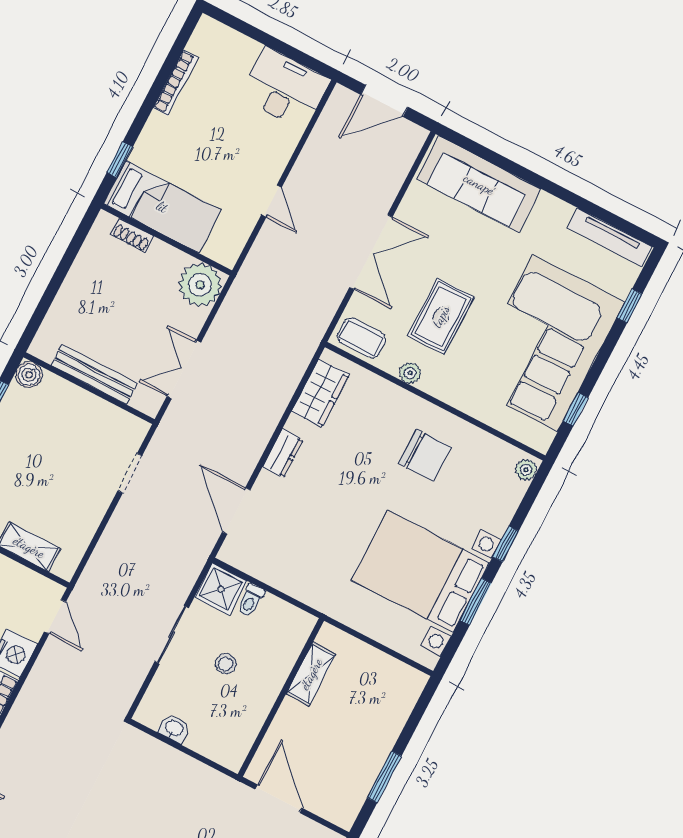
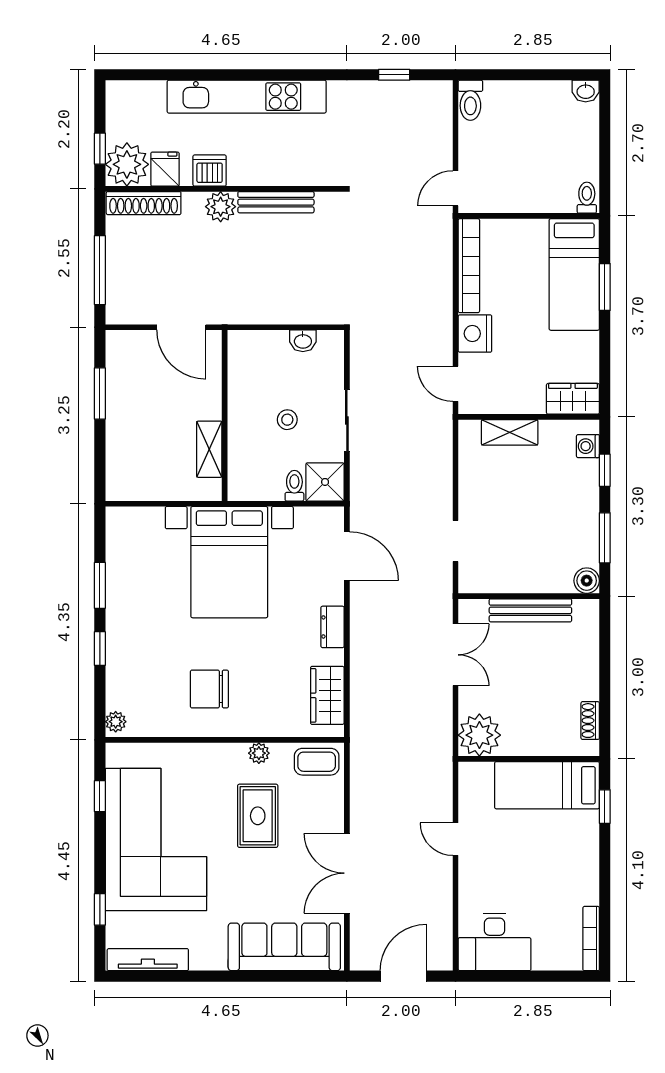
bookcase: (176, 83) -> (591, 939), moved
shoe rack: (132, 235) -> (590, 721), moved, turned -90
double door: (371, 252) -> (347, 873), moved
bed with nightstands: (420, 571) -> (229, 562), moved, turned 90

